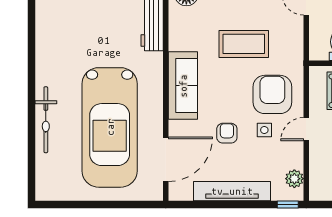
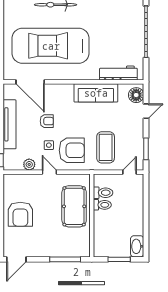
coffee table: (244, 44) -> (106, 147), moved
sofa: (183, 86) -> (96, 93), moved
plant: (294, 179) -> (29, 164), moved

